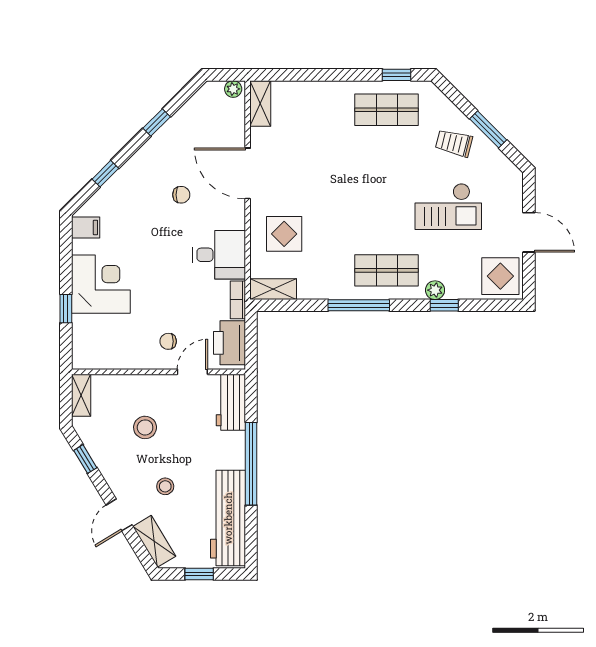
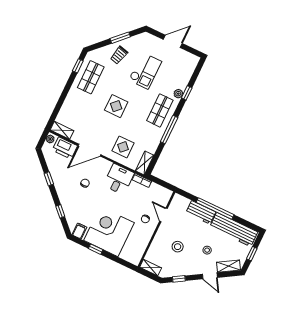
display table: (500, 276) -> (116, 106), moved
corner desk: (101, 284) -> (109, 232), width x1.36, depth x1.36
window: (66, 309) -> (96, 249), moved
printer: (230, 343) -> (65, 148), moved
workbench: (231, 402) -> (201, 212), moved

